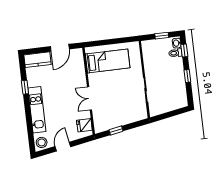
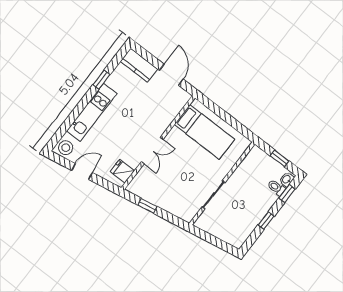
door: (60, 48) -> (171, 75), swing flipped
double door: (89, 98) -> (152, 151), swing flipped

